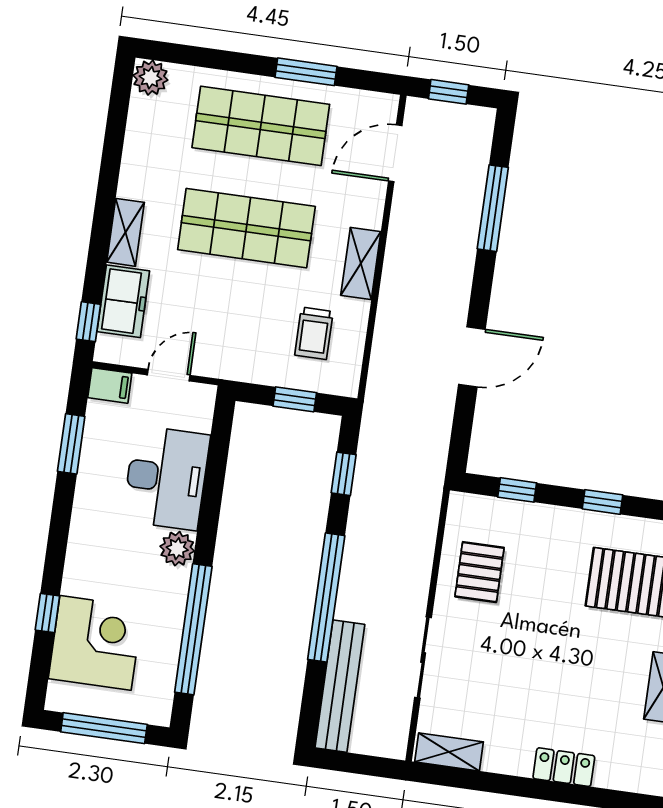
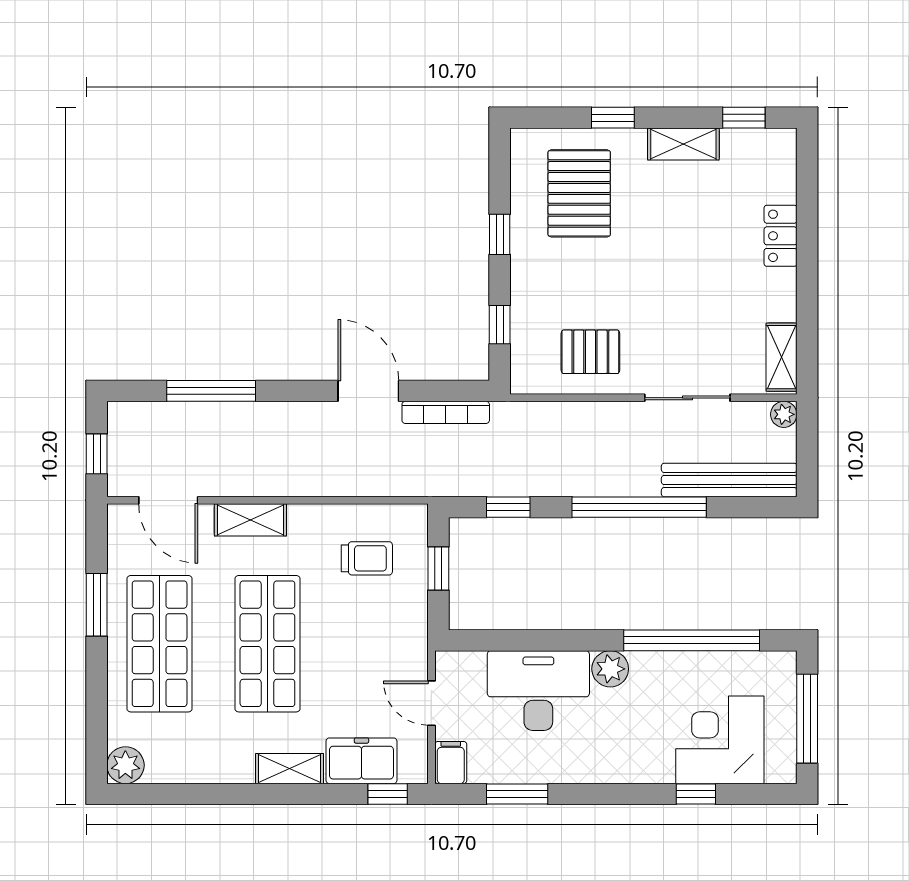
shelving: (361, 263) -> (250, 520), moved
bookcase: (441, 427) -> (446, 412), added
plant: (395, 746) -> (784, 414), added

